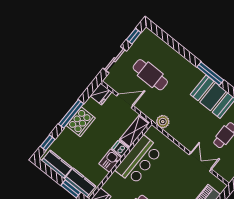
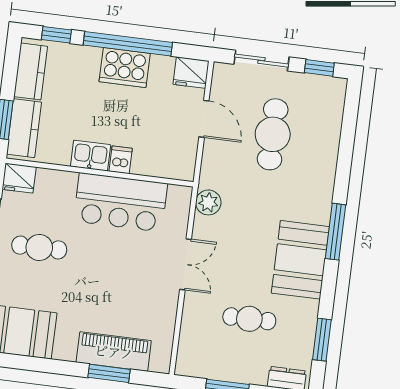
window: (71, 114) -> (128, 44), width x1.46
shelving: (134, 131) -> (163, 166), removed
double door: (200, 162) -> (186, 264), moved

